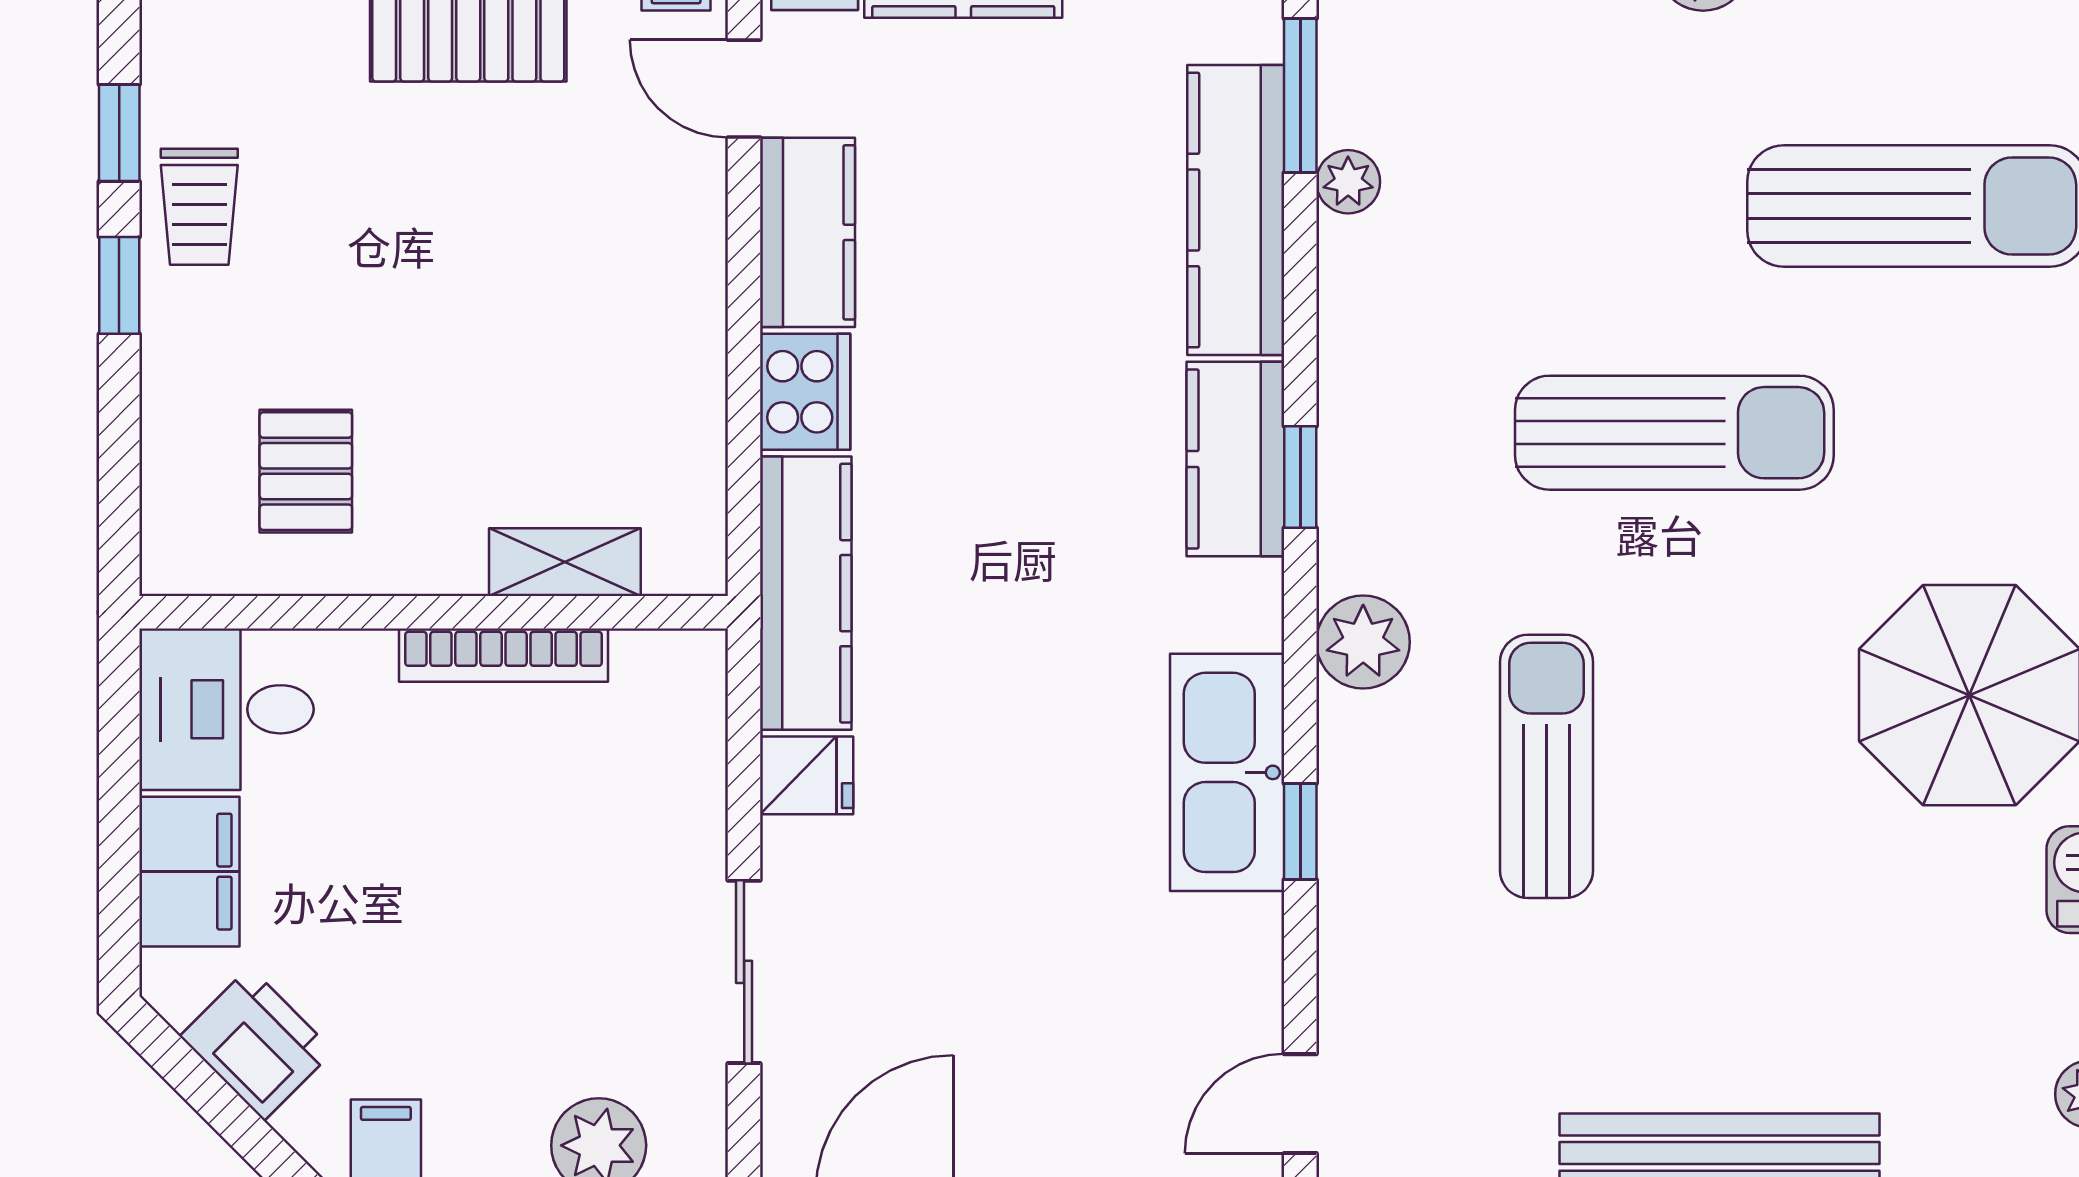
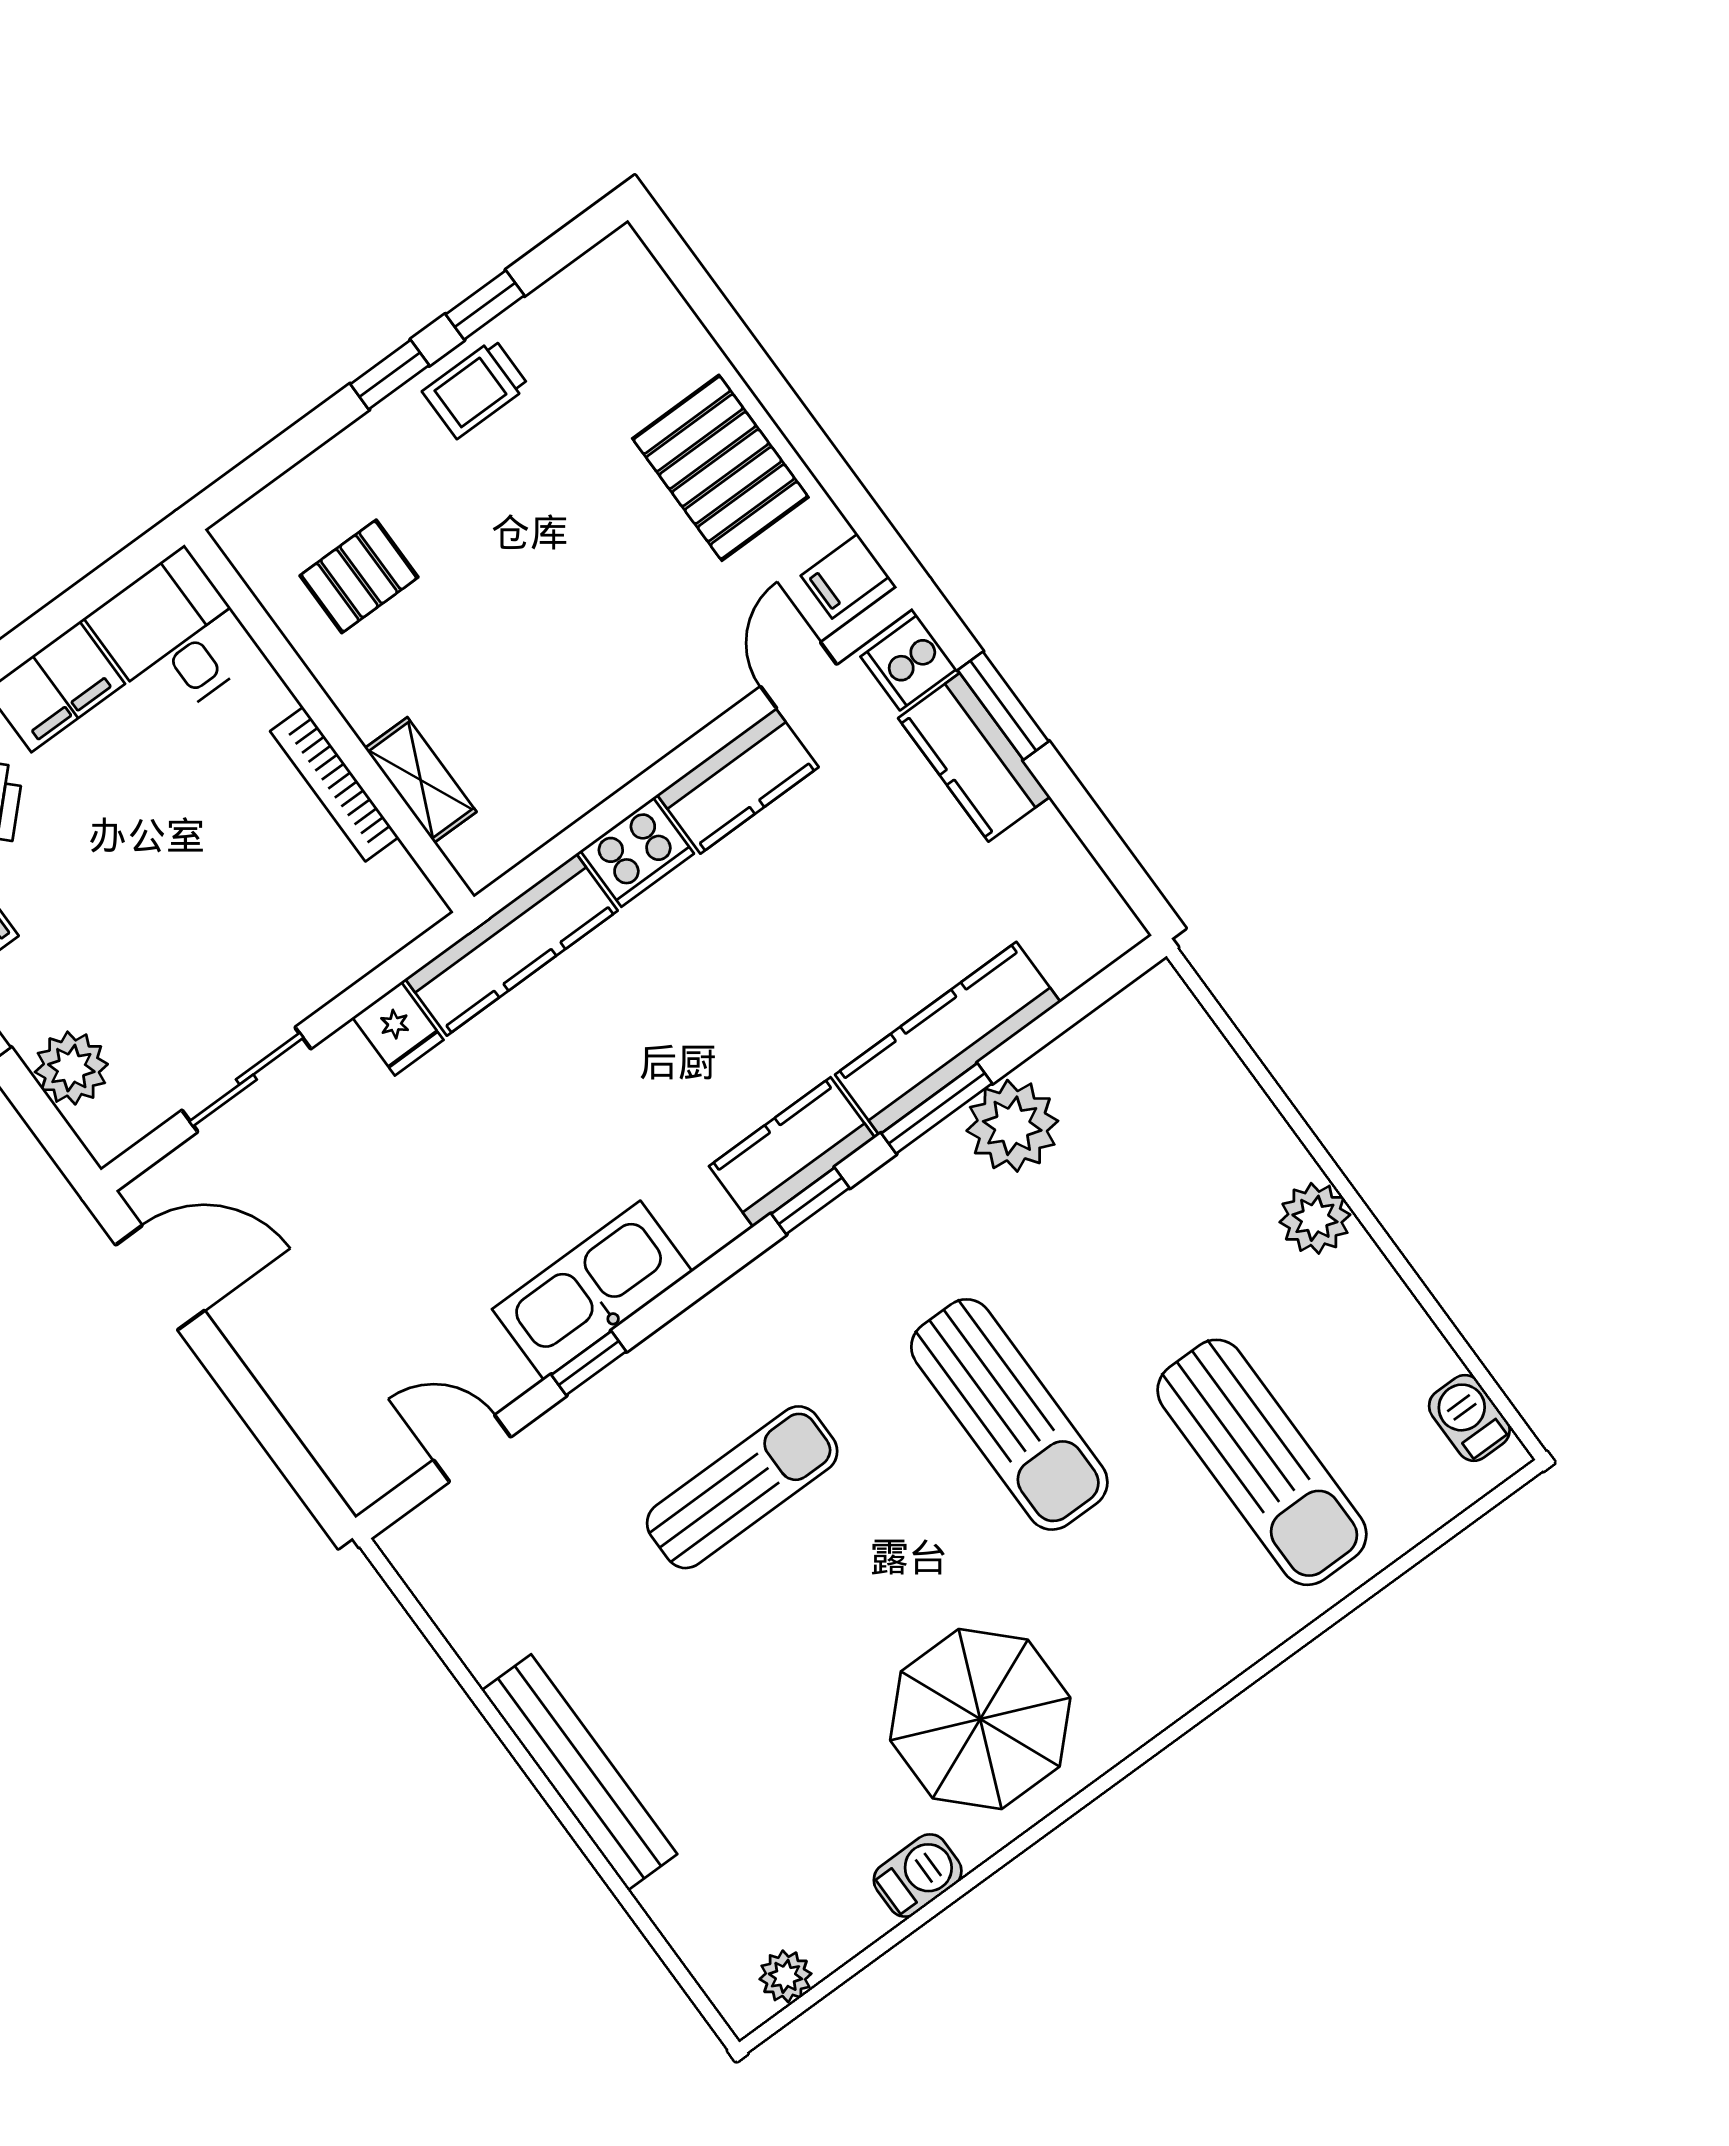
window: (1300, 95) -> (937, 1108), moved
plant: (1348, 182) -> (1012, 1126), width x1.88, depth x1.88
plant: (1363, 642) -> (736, 1316), removed
door: (1300, 1104) -> (472, 1448), moved

